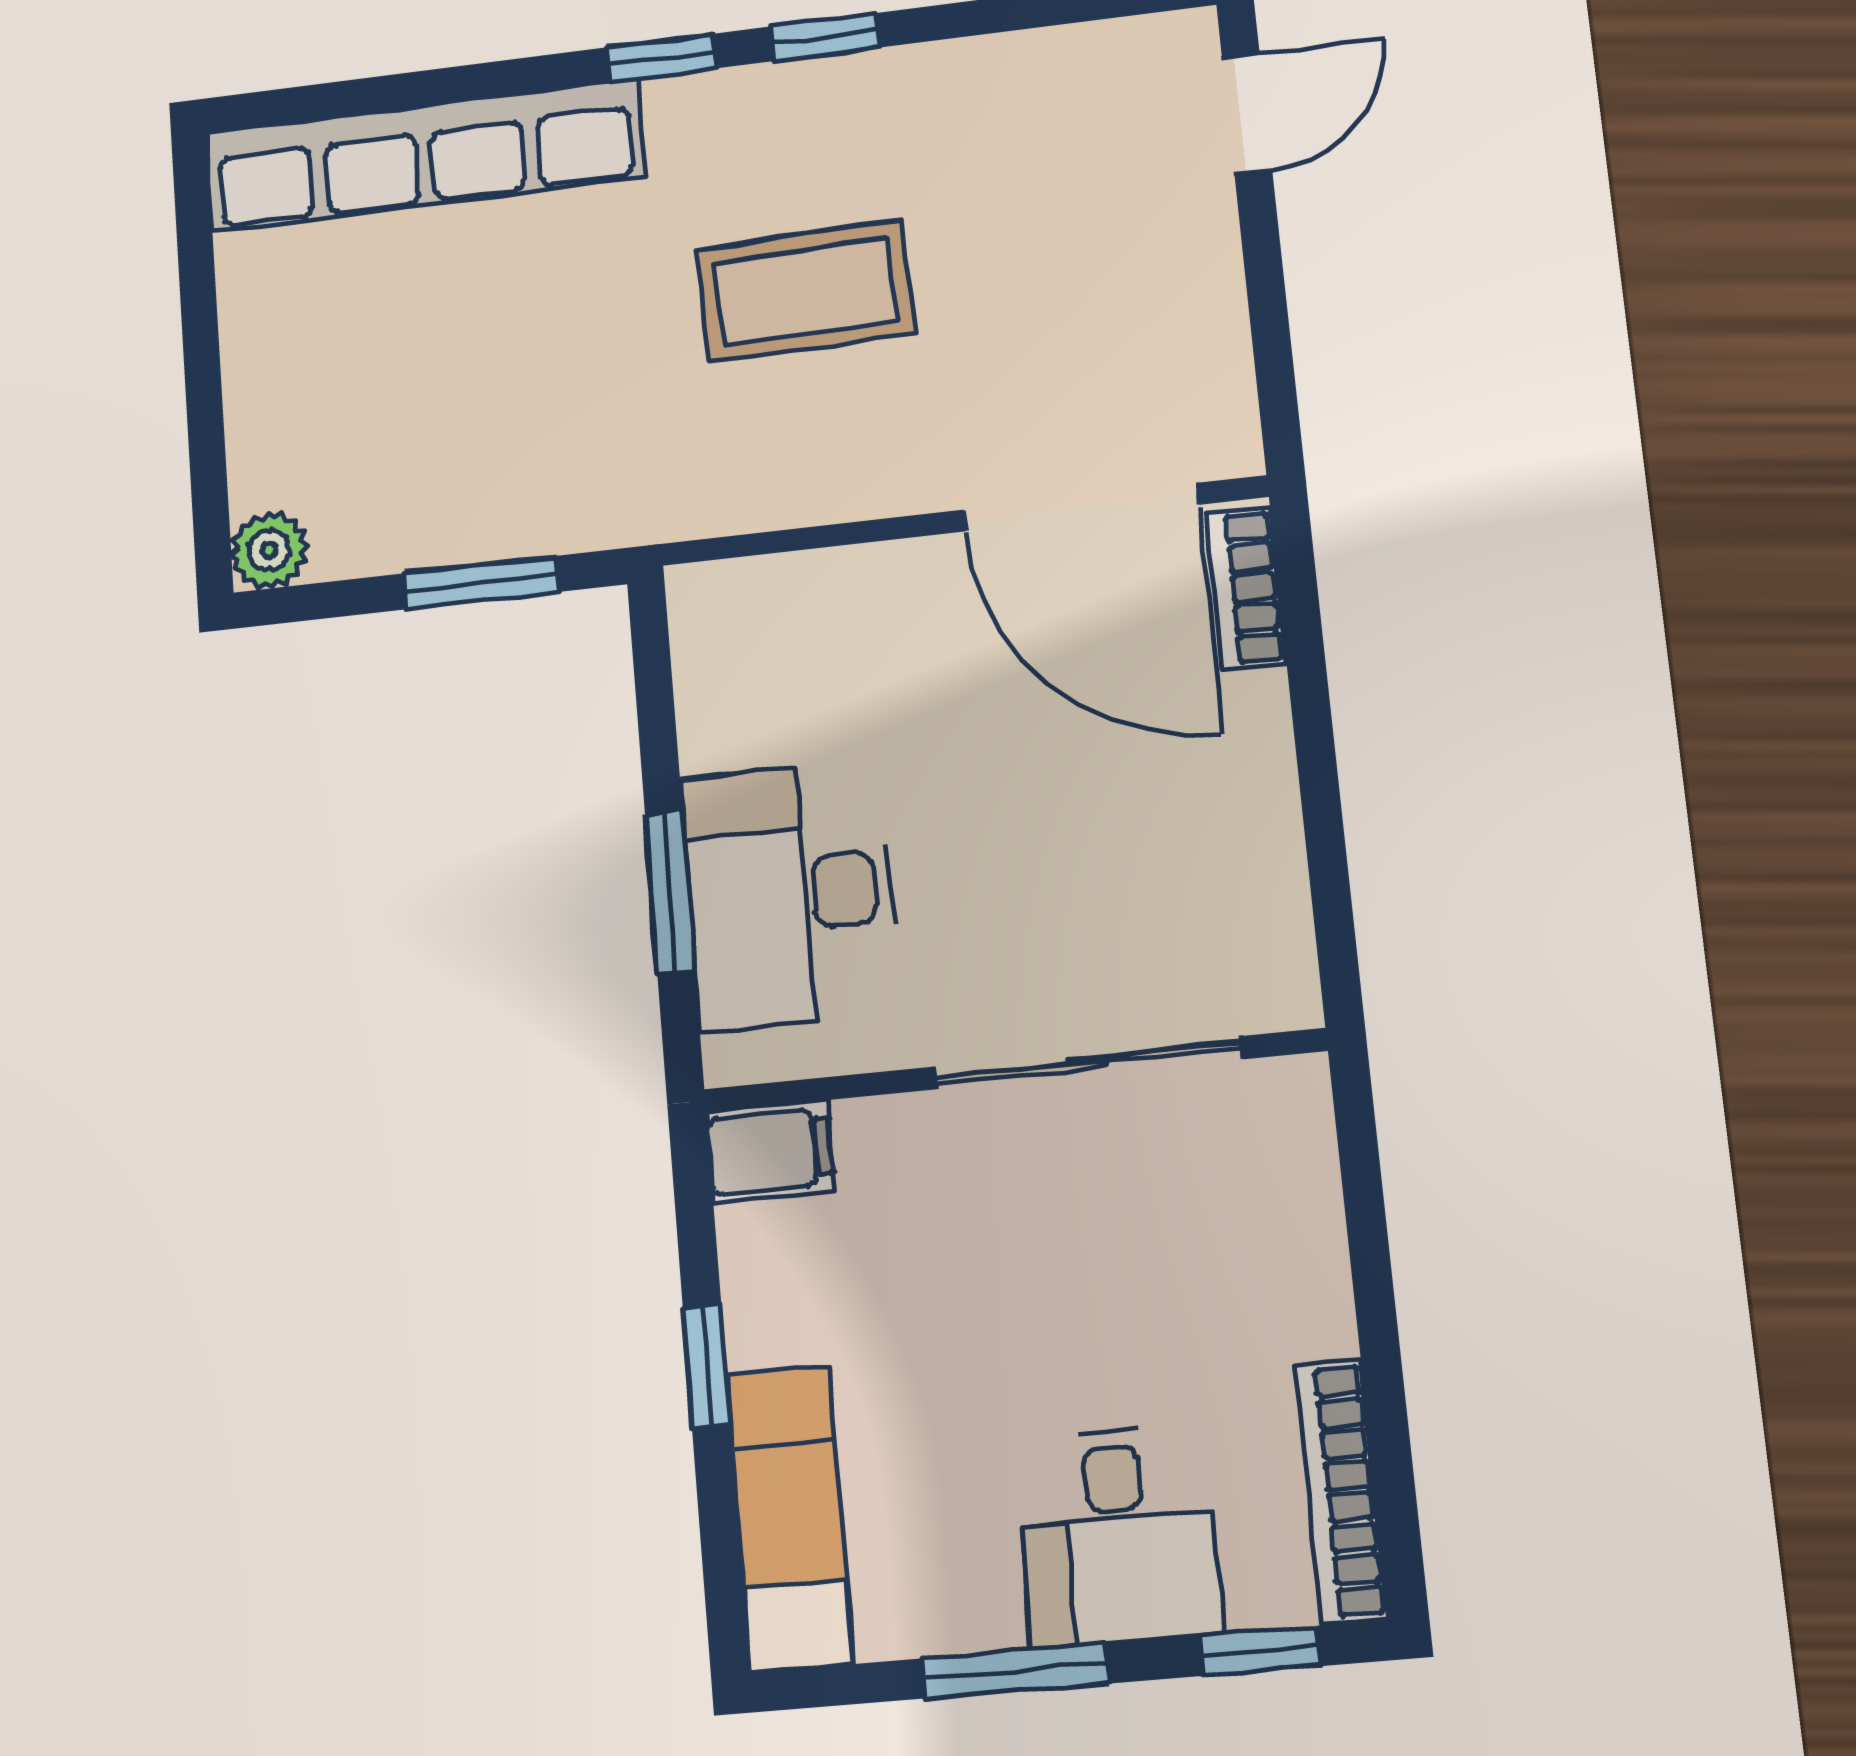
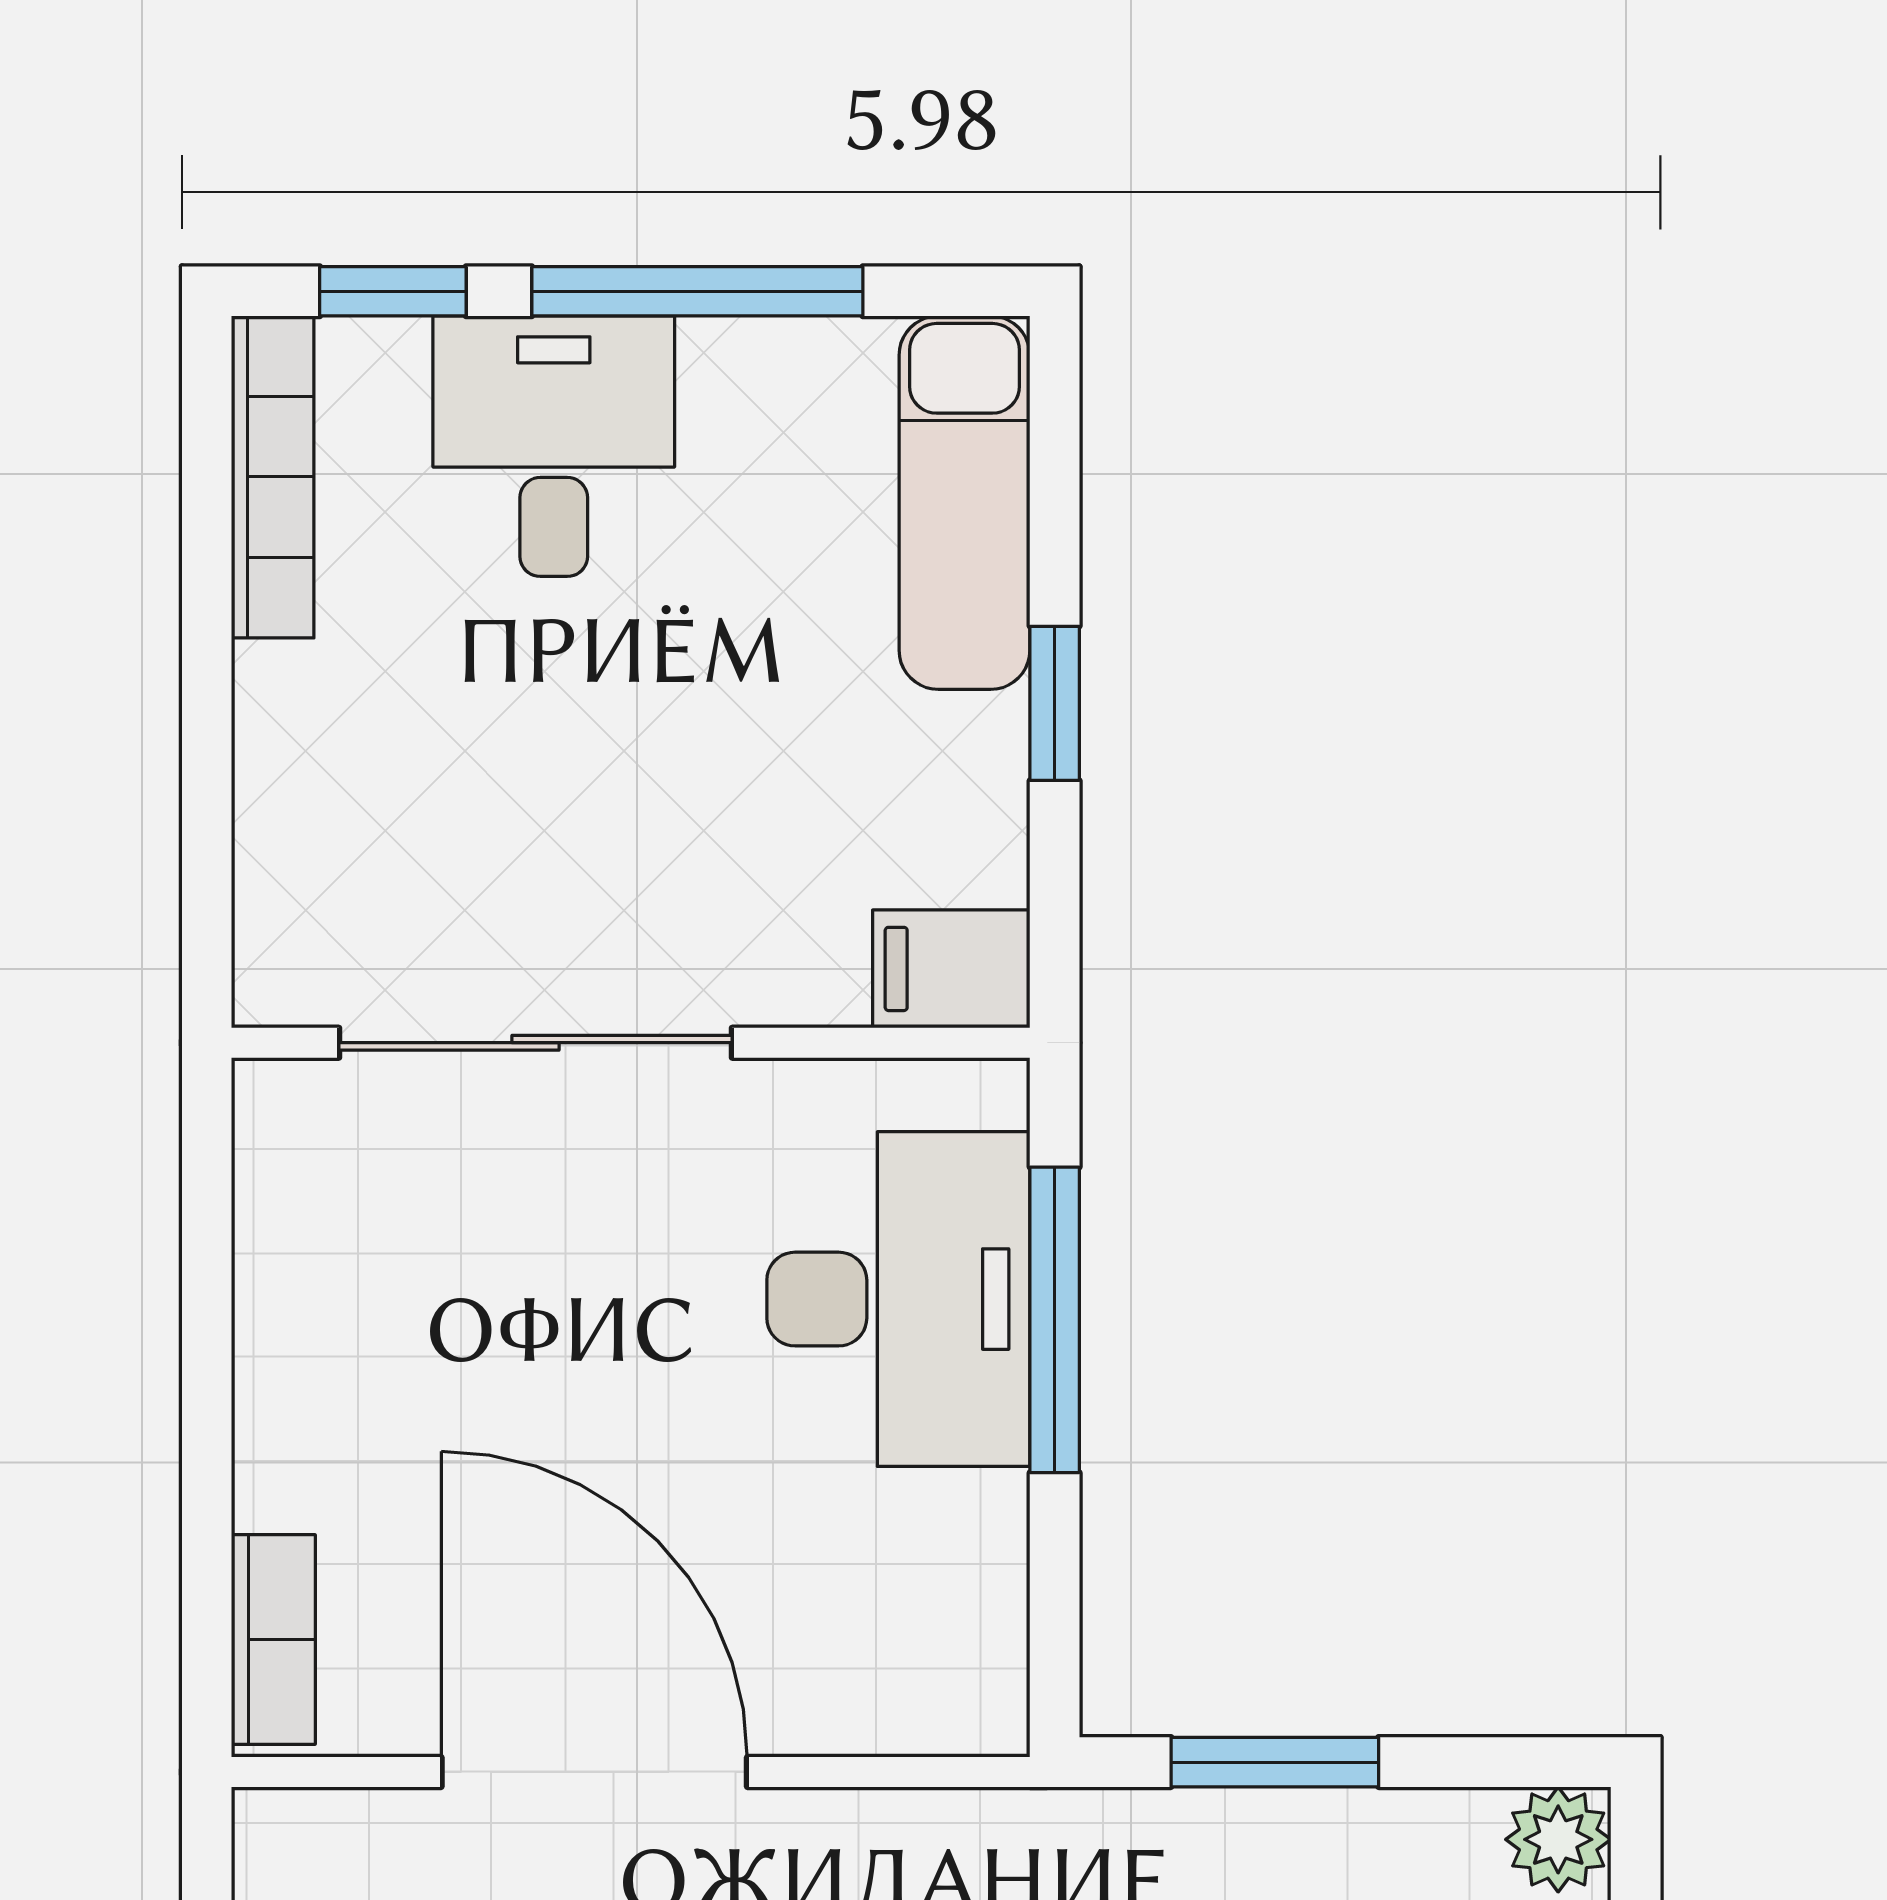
door: (1081, 507) -> (594, 1772), moved
window: (670, 892) -> (1055, 1320), width x1.44
window: (1015, 1671) -> (697, 291), width x1.44

